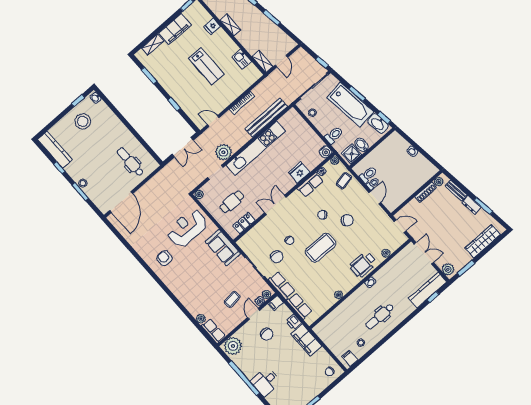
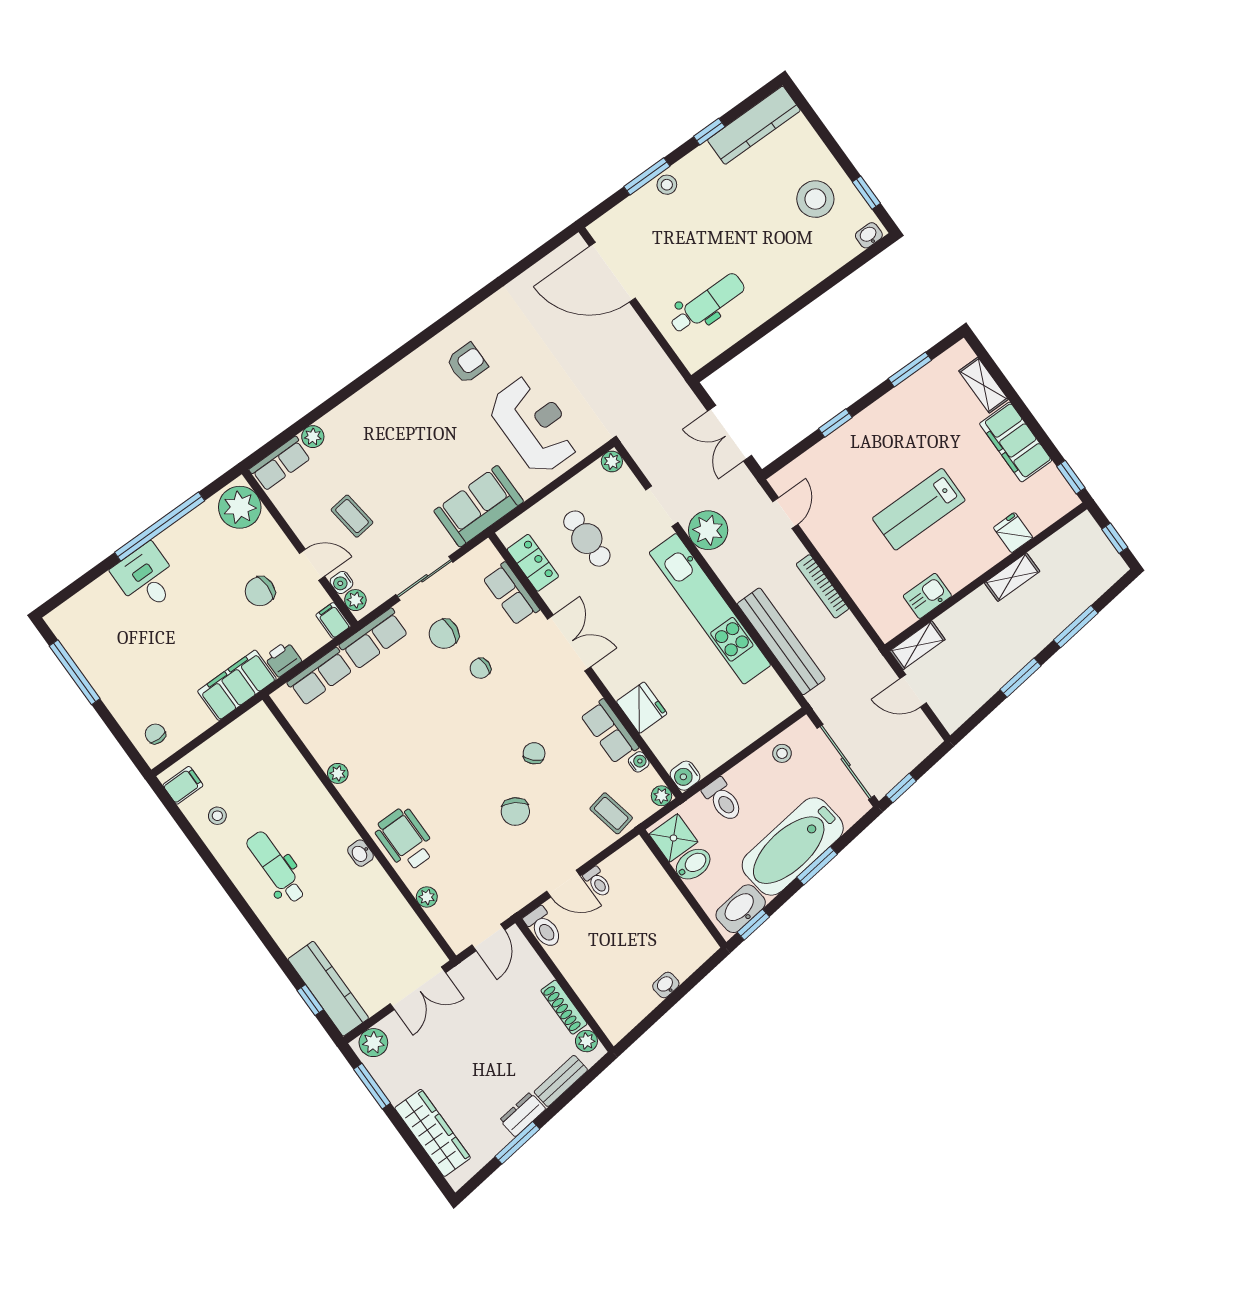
toilet: (368, 175) -> (543, 928), moved
row of seats: (258, 231) -> (511, 594), added
coffee table: (321, 248) -> (455, 741), removed

